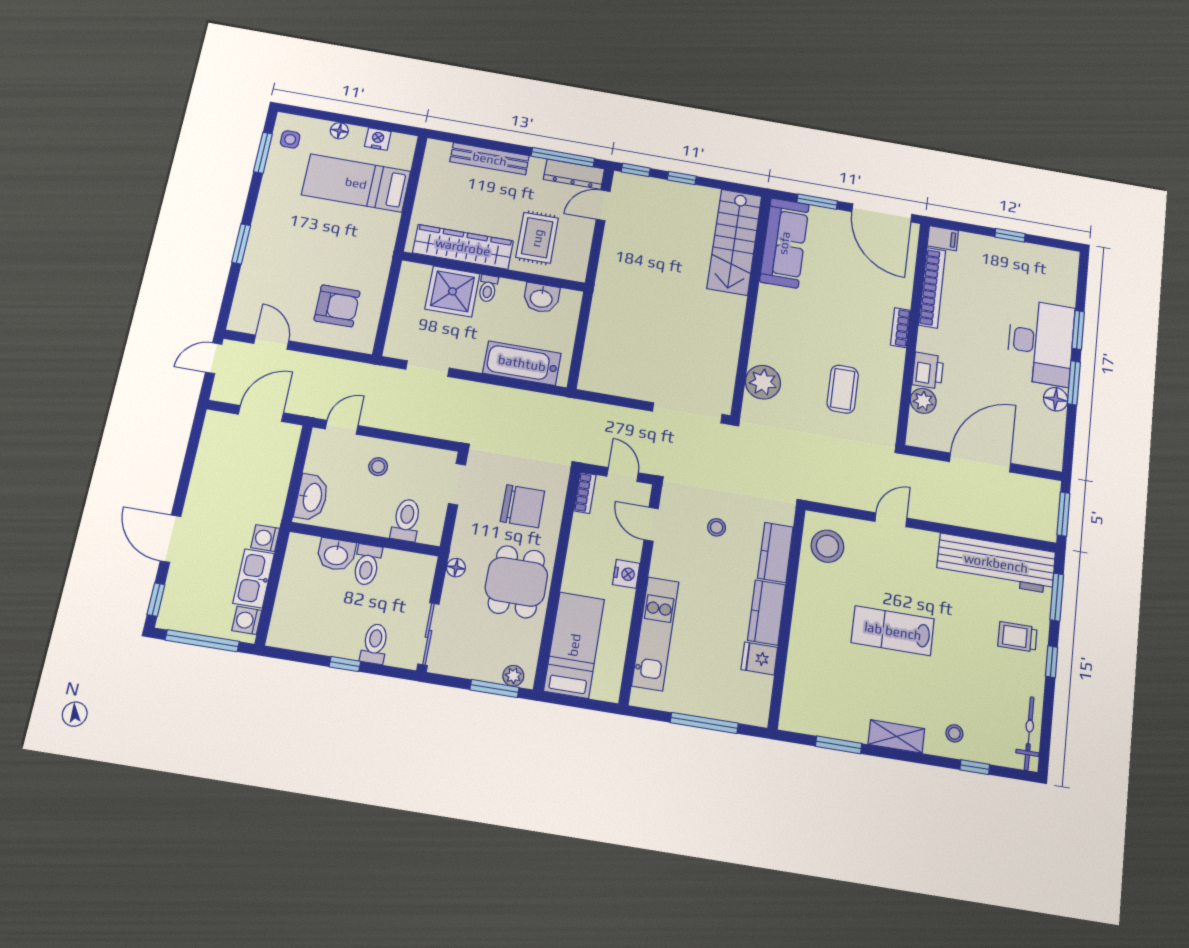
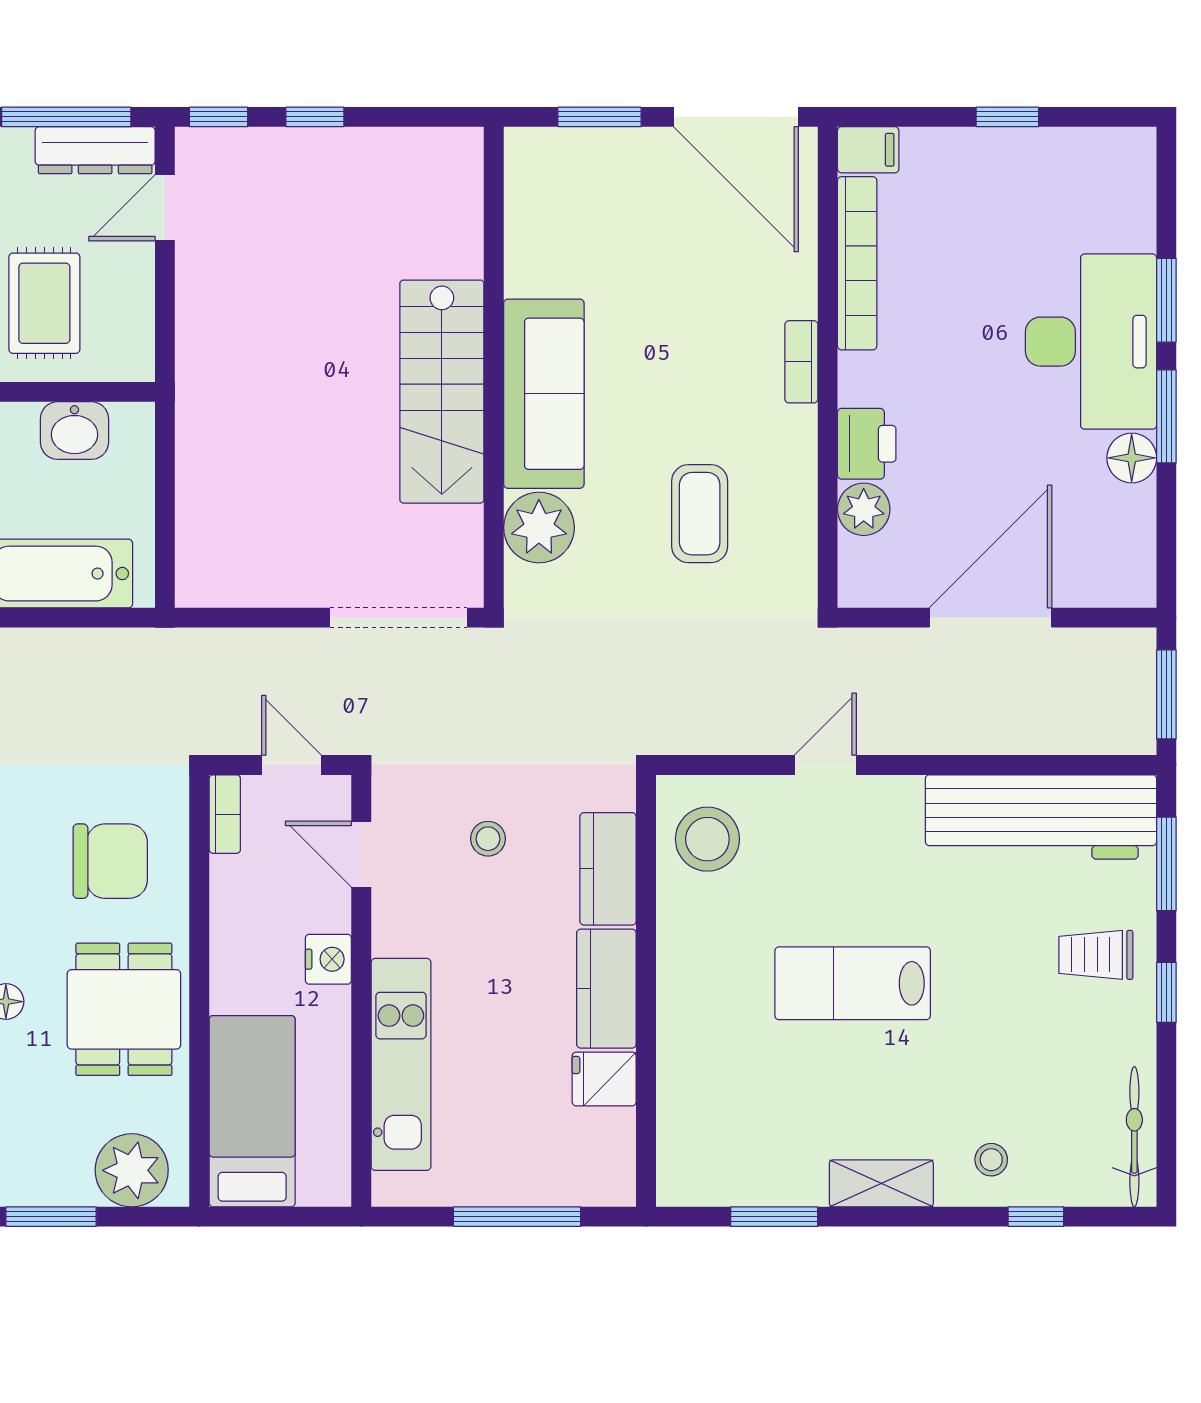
stairs: (734, 242) -> (442, 392), moved
sofa: (784, 243) -> (544, 394), moved
plant: (513, 676) -> (132, 1170), width x1.88, depth x1.88
window: (494, 689) -> (51, 1217), moved

